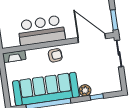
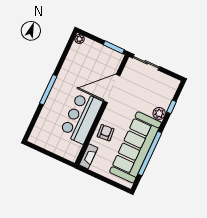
door: (92, 38) -> (112, 88), moved
armchair: (55, 55) -> (106, 133), moved

